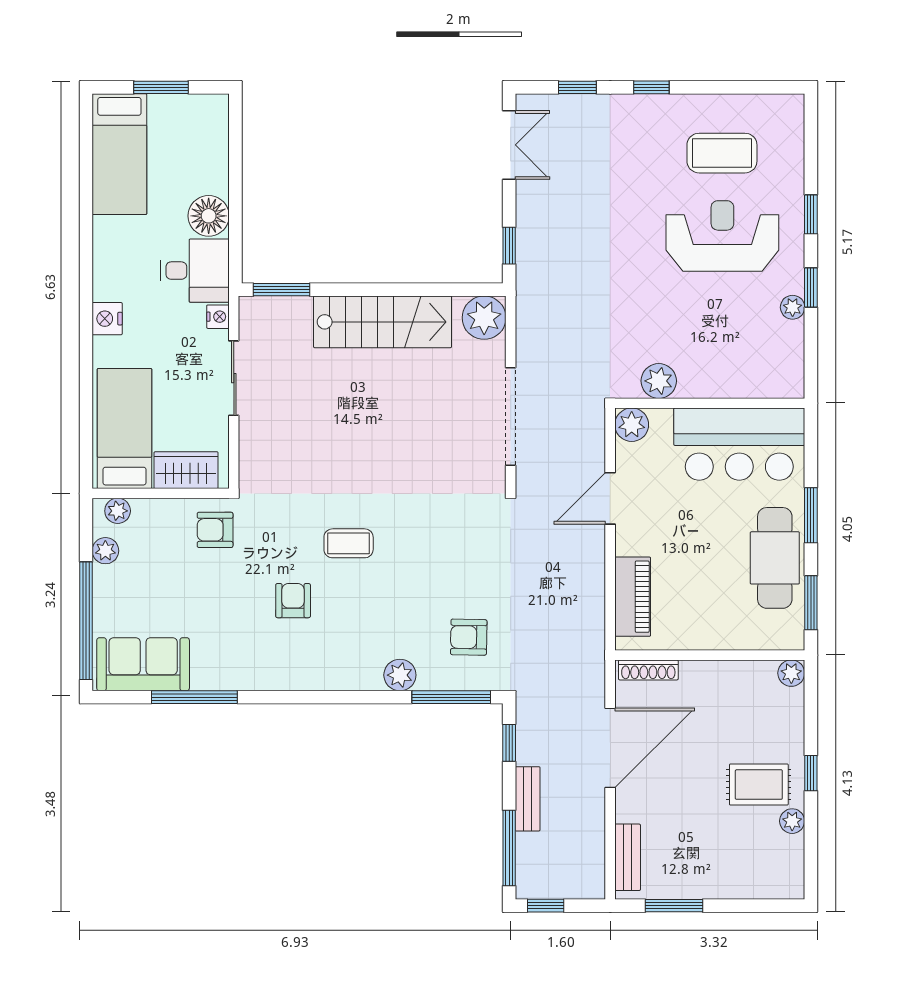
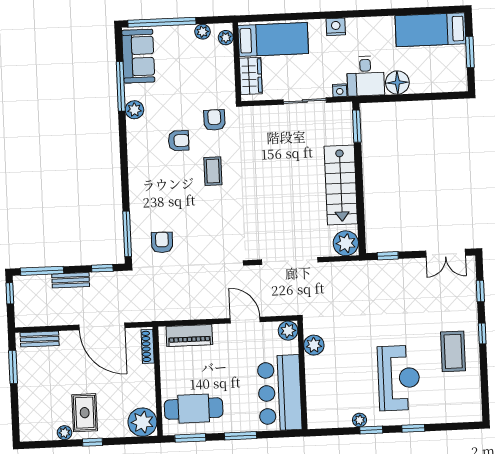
coffee table: (722, 153) -> (453, 351), moved
armchair: (215, 530) -> (214, 120), moved
cafe table: (775, 558) -> (194, 409), moved
plant: (791, 673) -> (142, 422), width x1.88, depth x1.88
plant: (400, 675) -> (134, 110), moved

